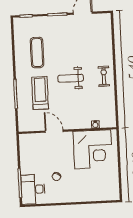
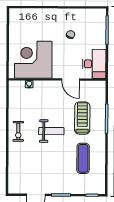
treadmill: (40, 93) -> (82, 118), turned 180
desk: (33, 189) -> (94, 64), moved

